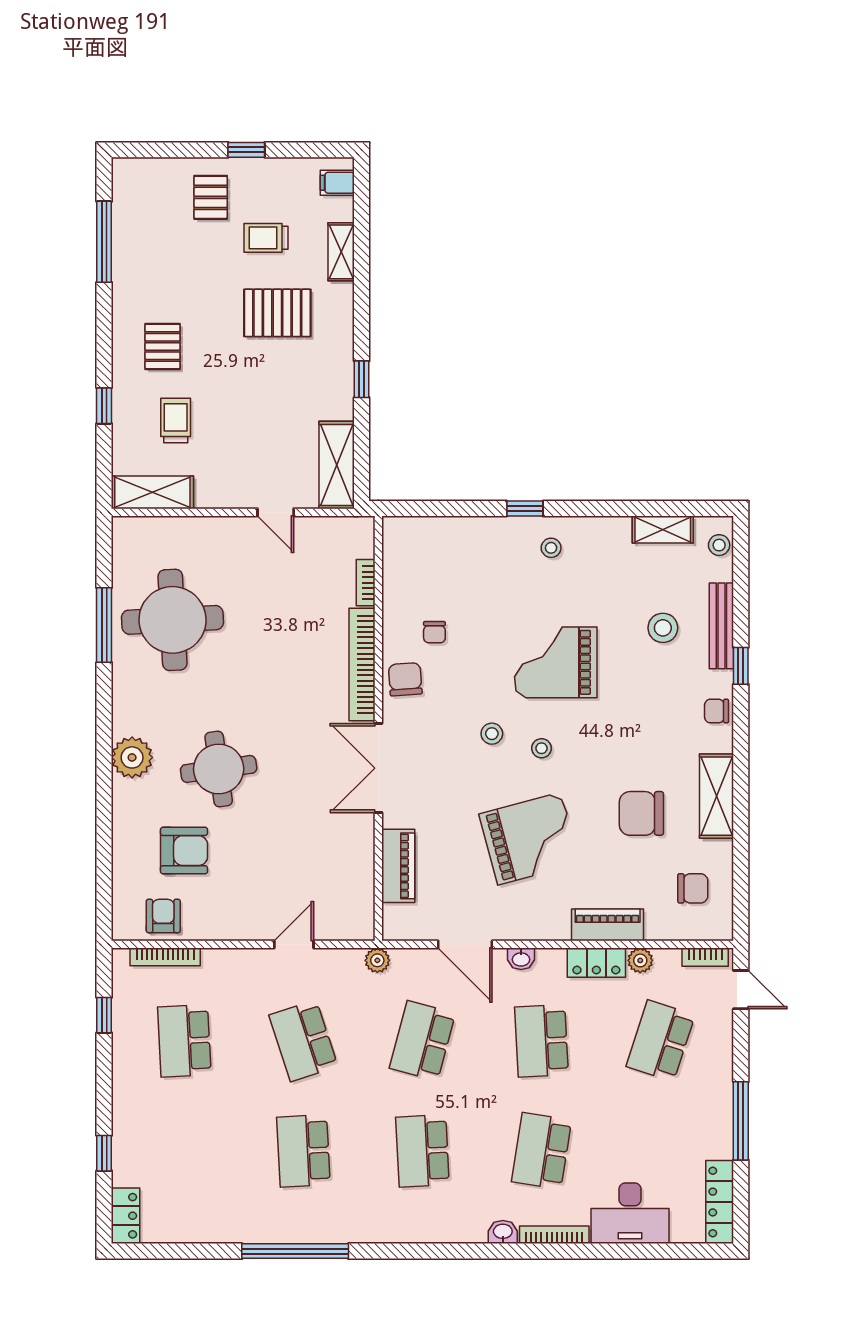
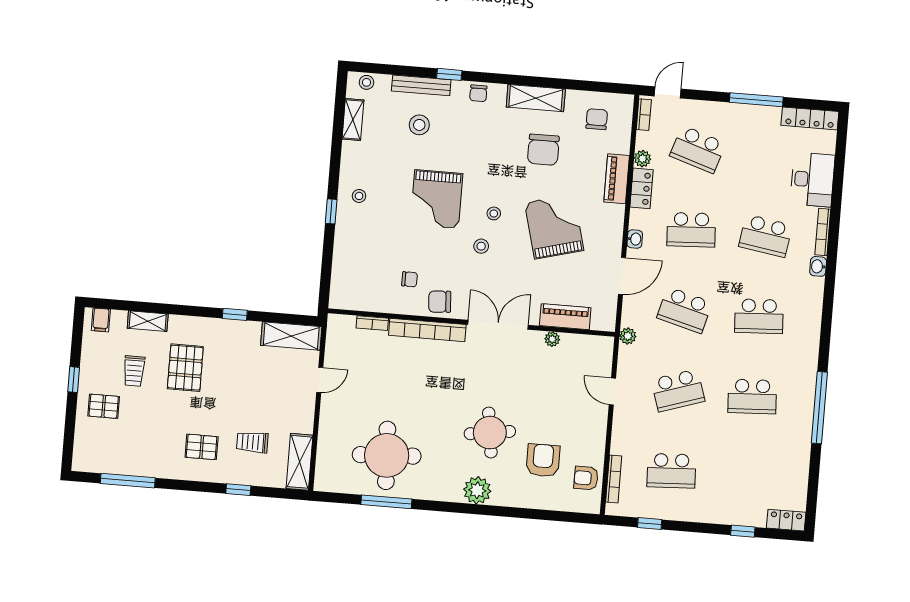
double door: (378, 768) -> (498, 325), swing flipped
plant: (364, 849) -> (552, 339), added

